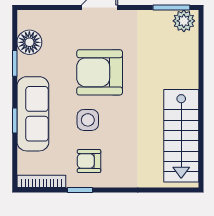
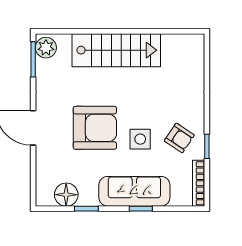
armchair: (100, 72) -> (95, 128), turned -90
stairs: (181, 136) -> (116, 50), moved
armchair: (89, 161) -> (179, 138), turned -56

